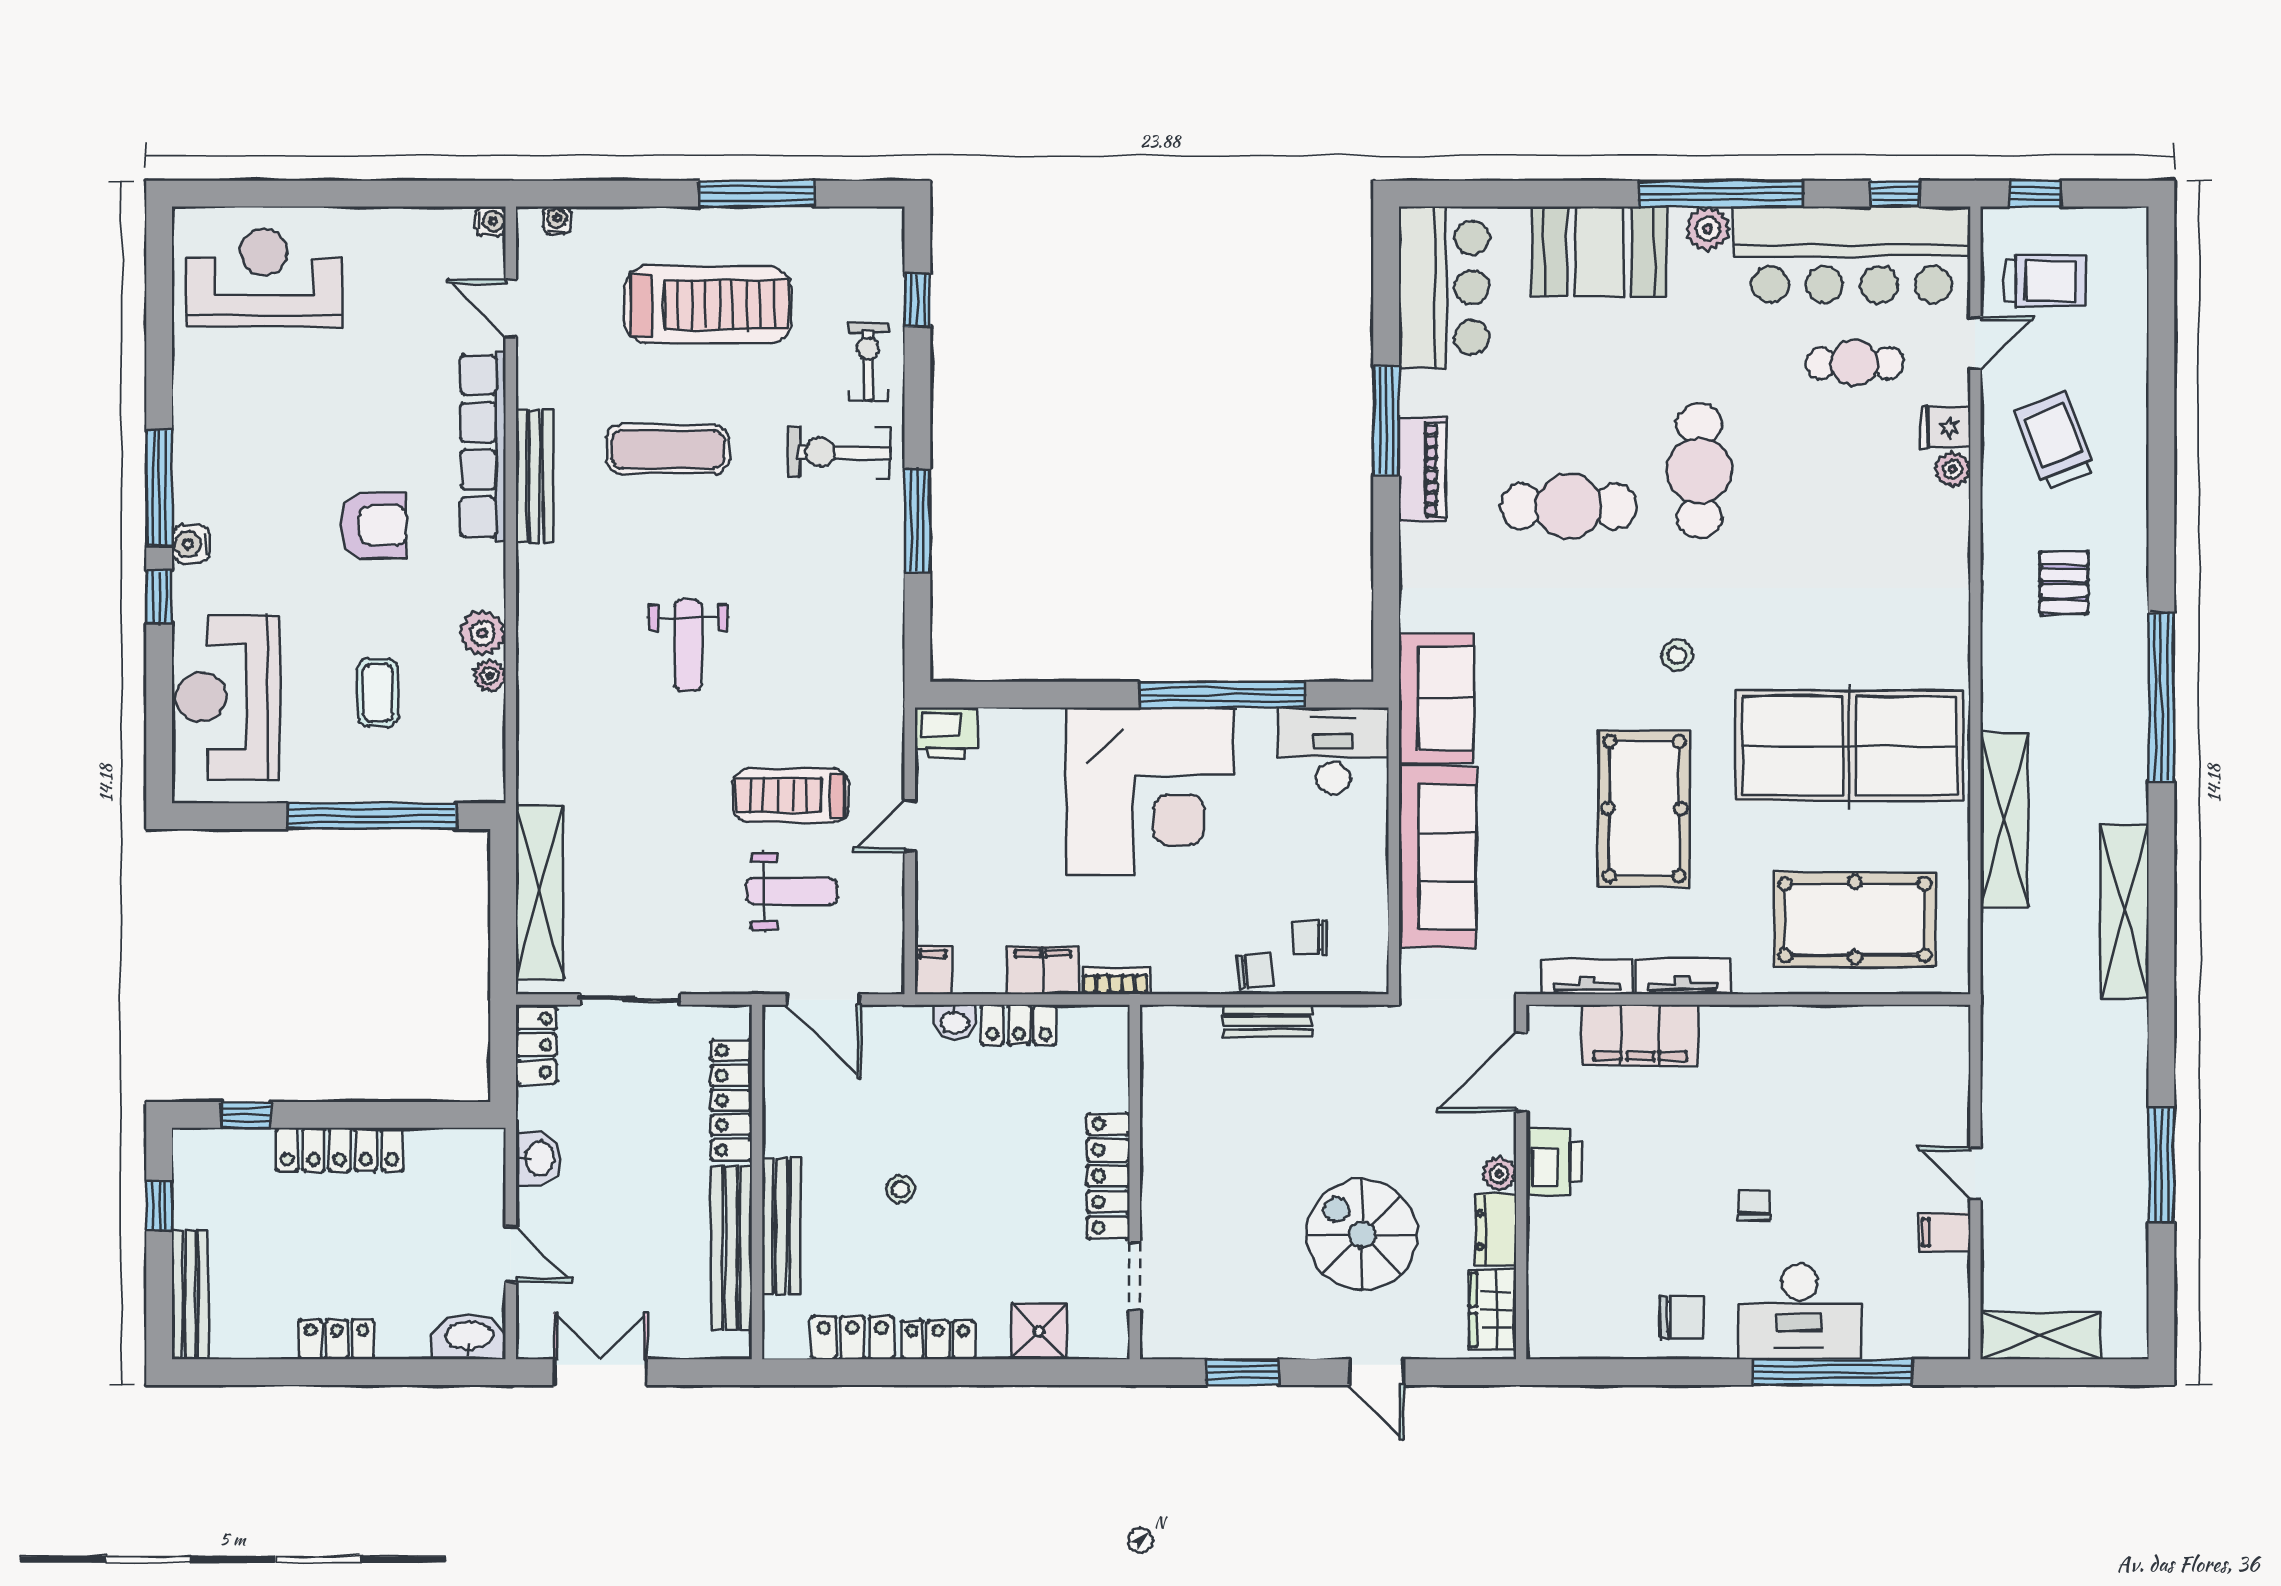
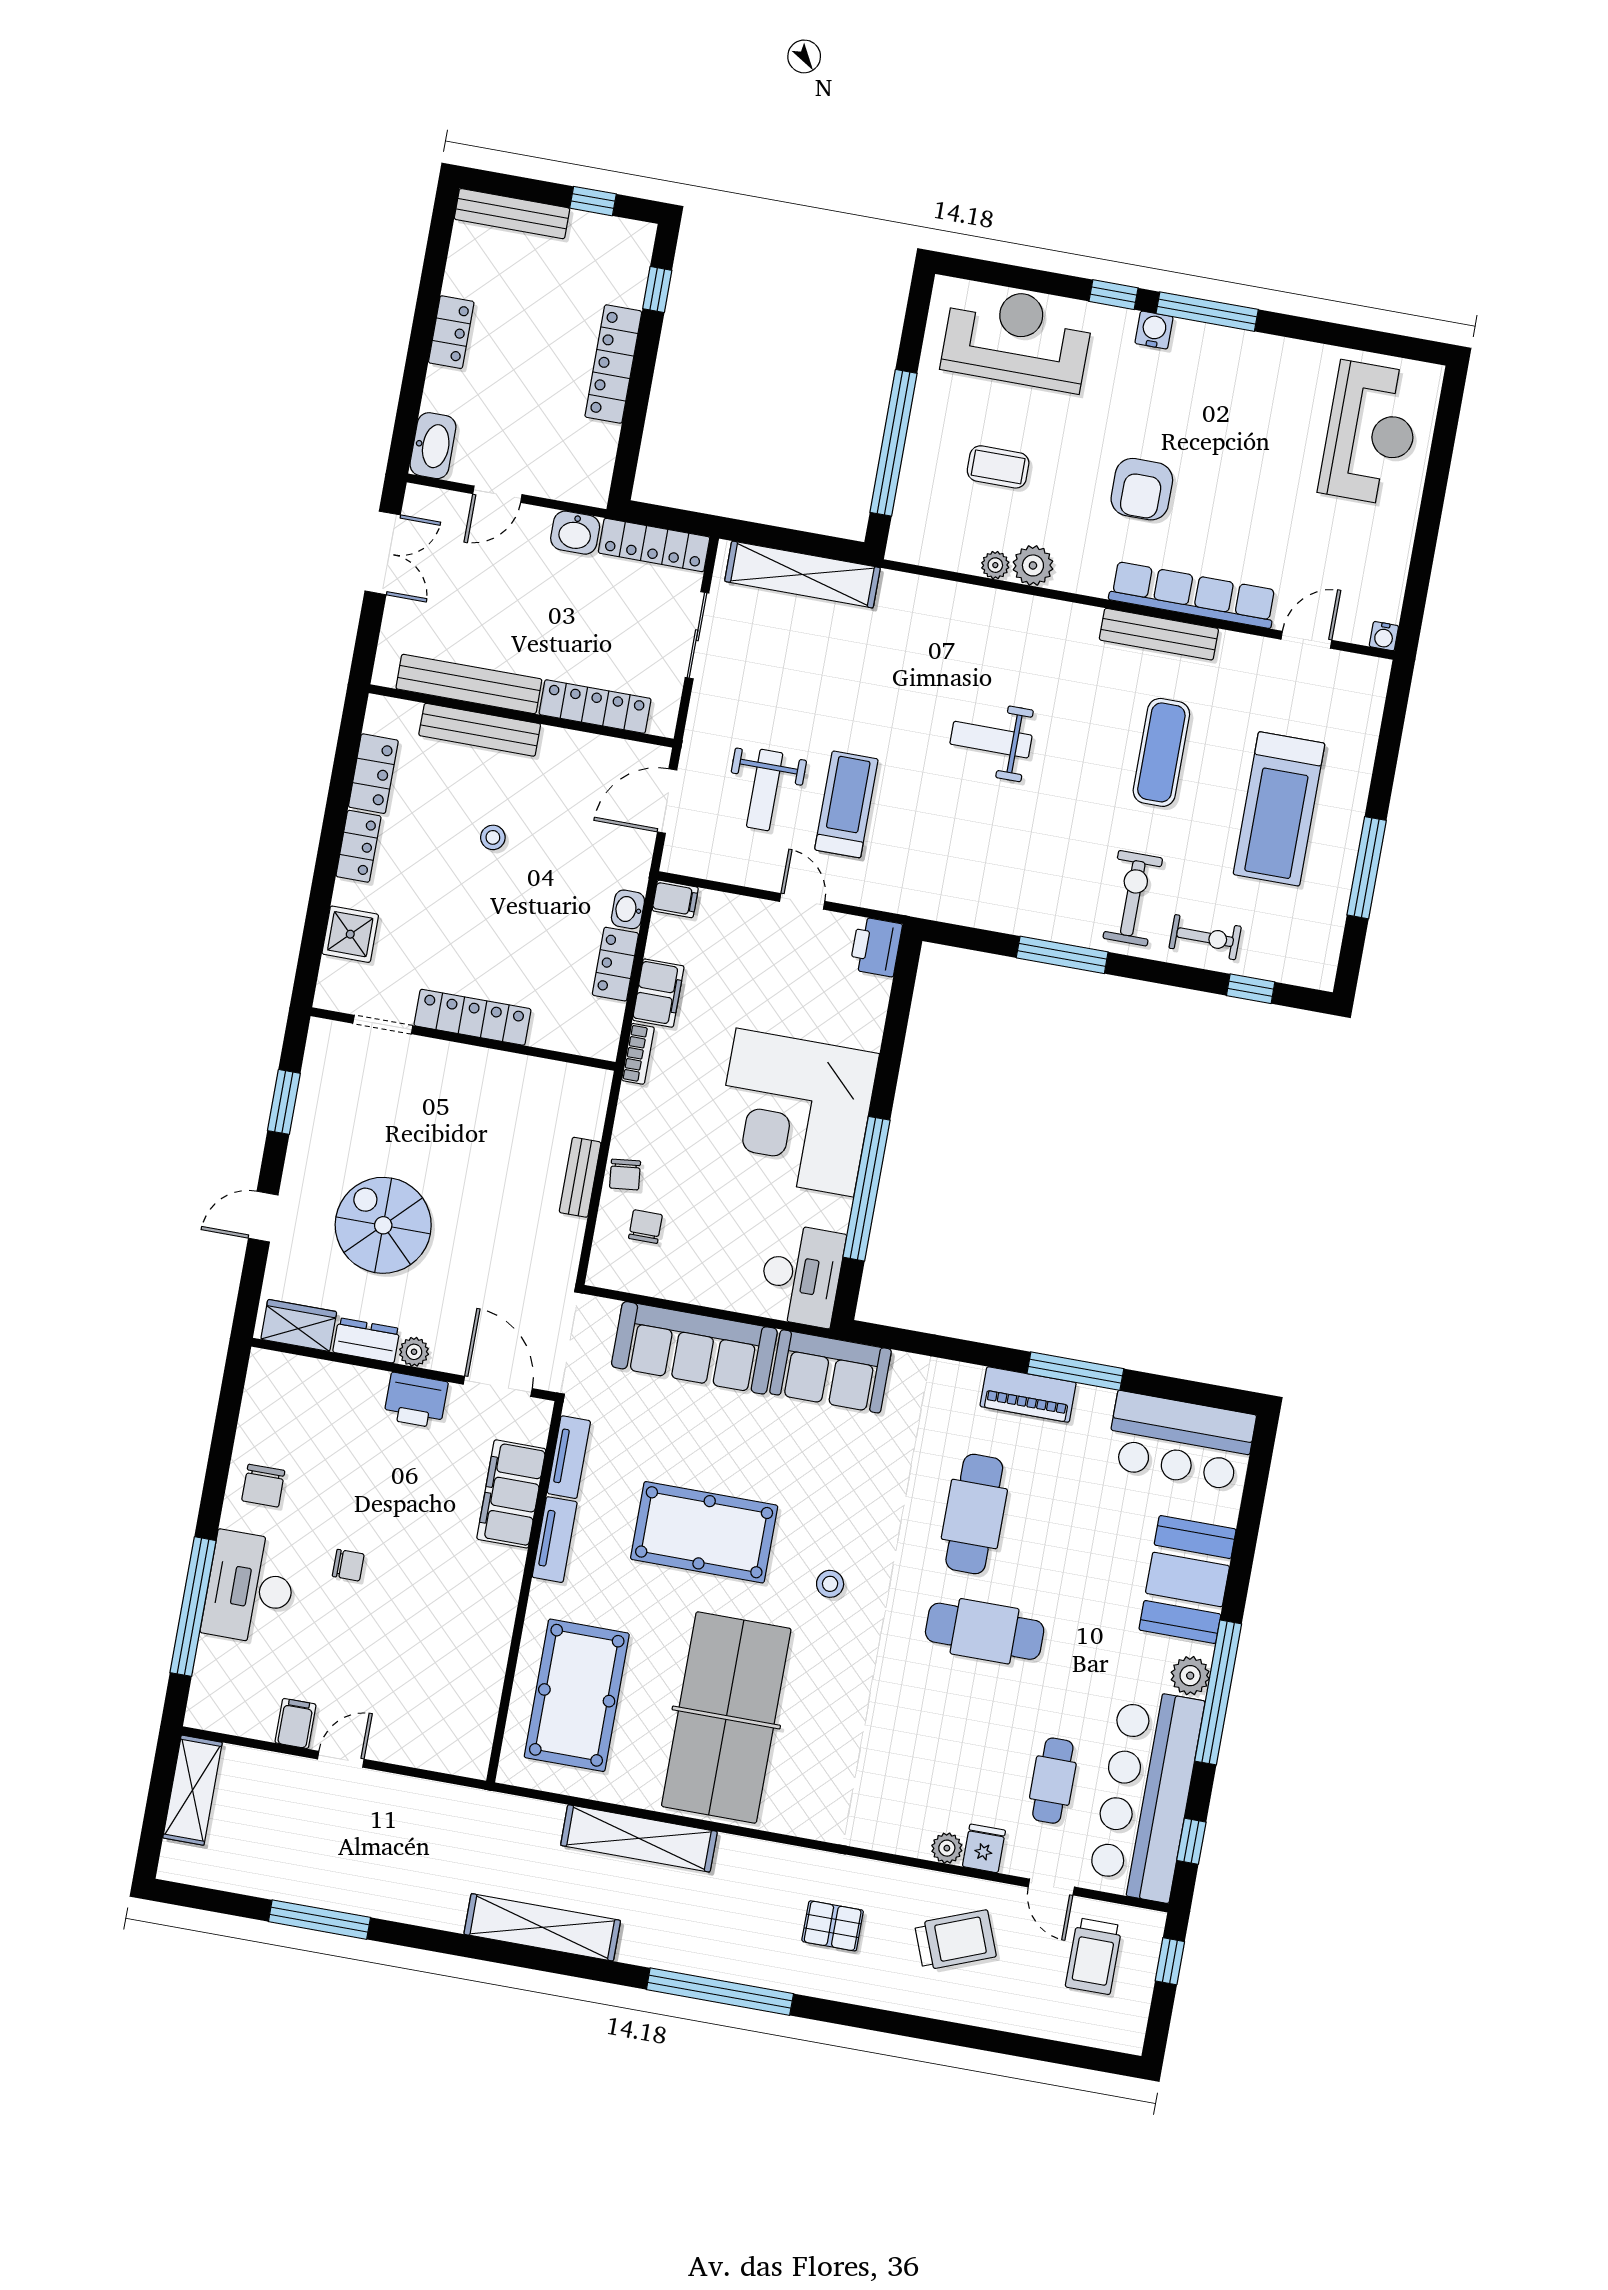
water cooler: (557, 220) -> (1374, 693), removed
locker: (536, 1045) -> (654, 545), width x1.53
spiral stairs: (1362, 1234) -> (383, 1225), turned -90

